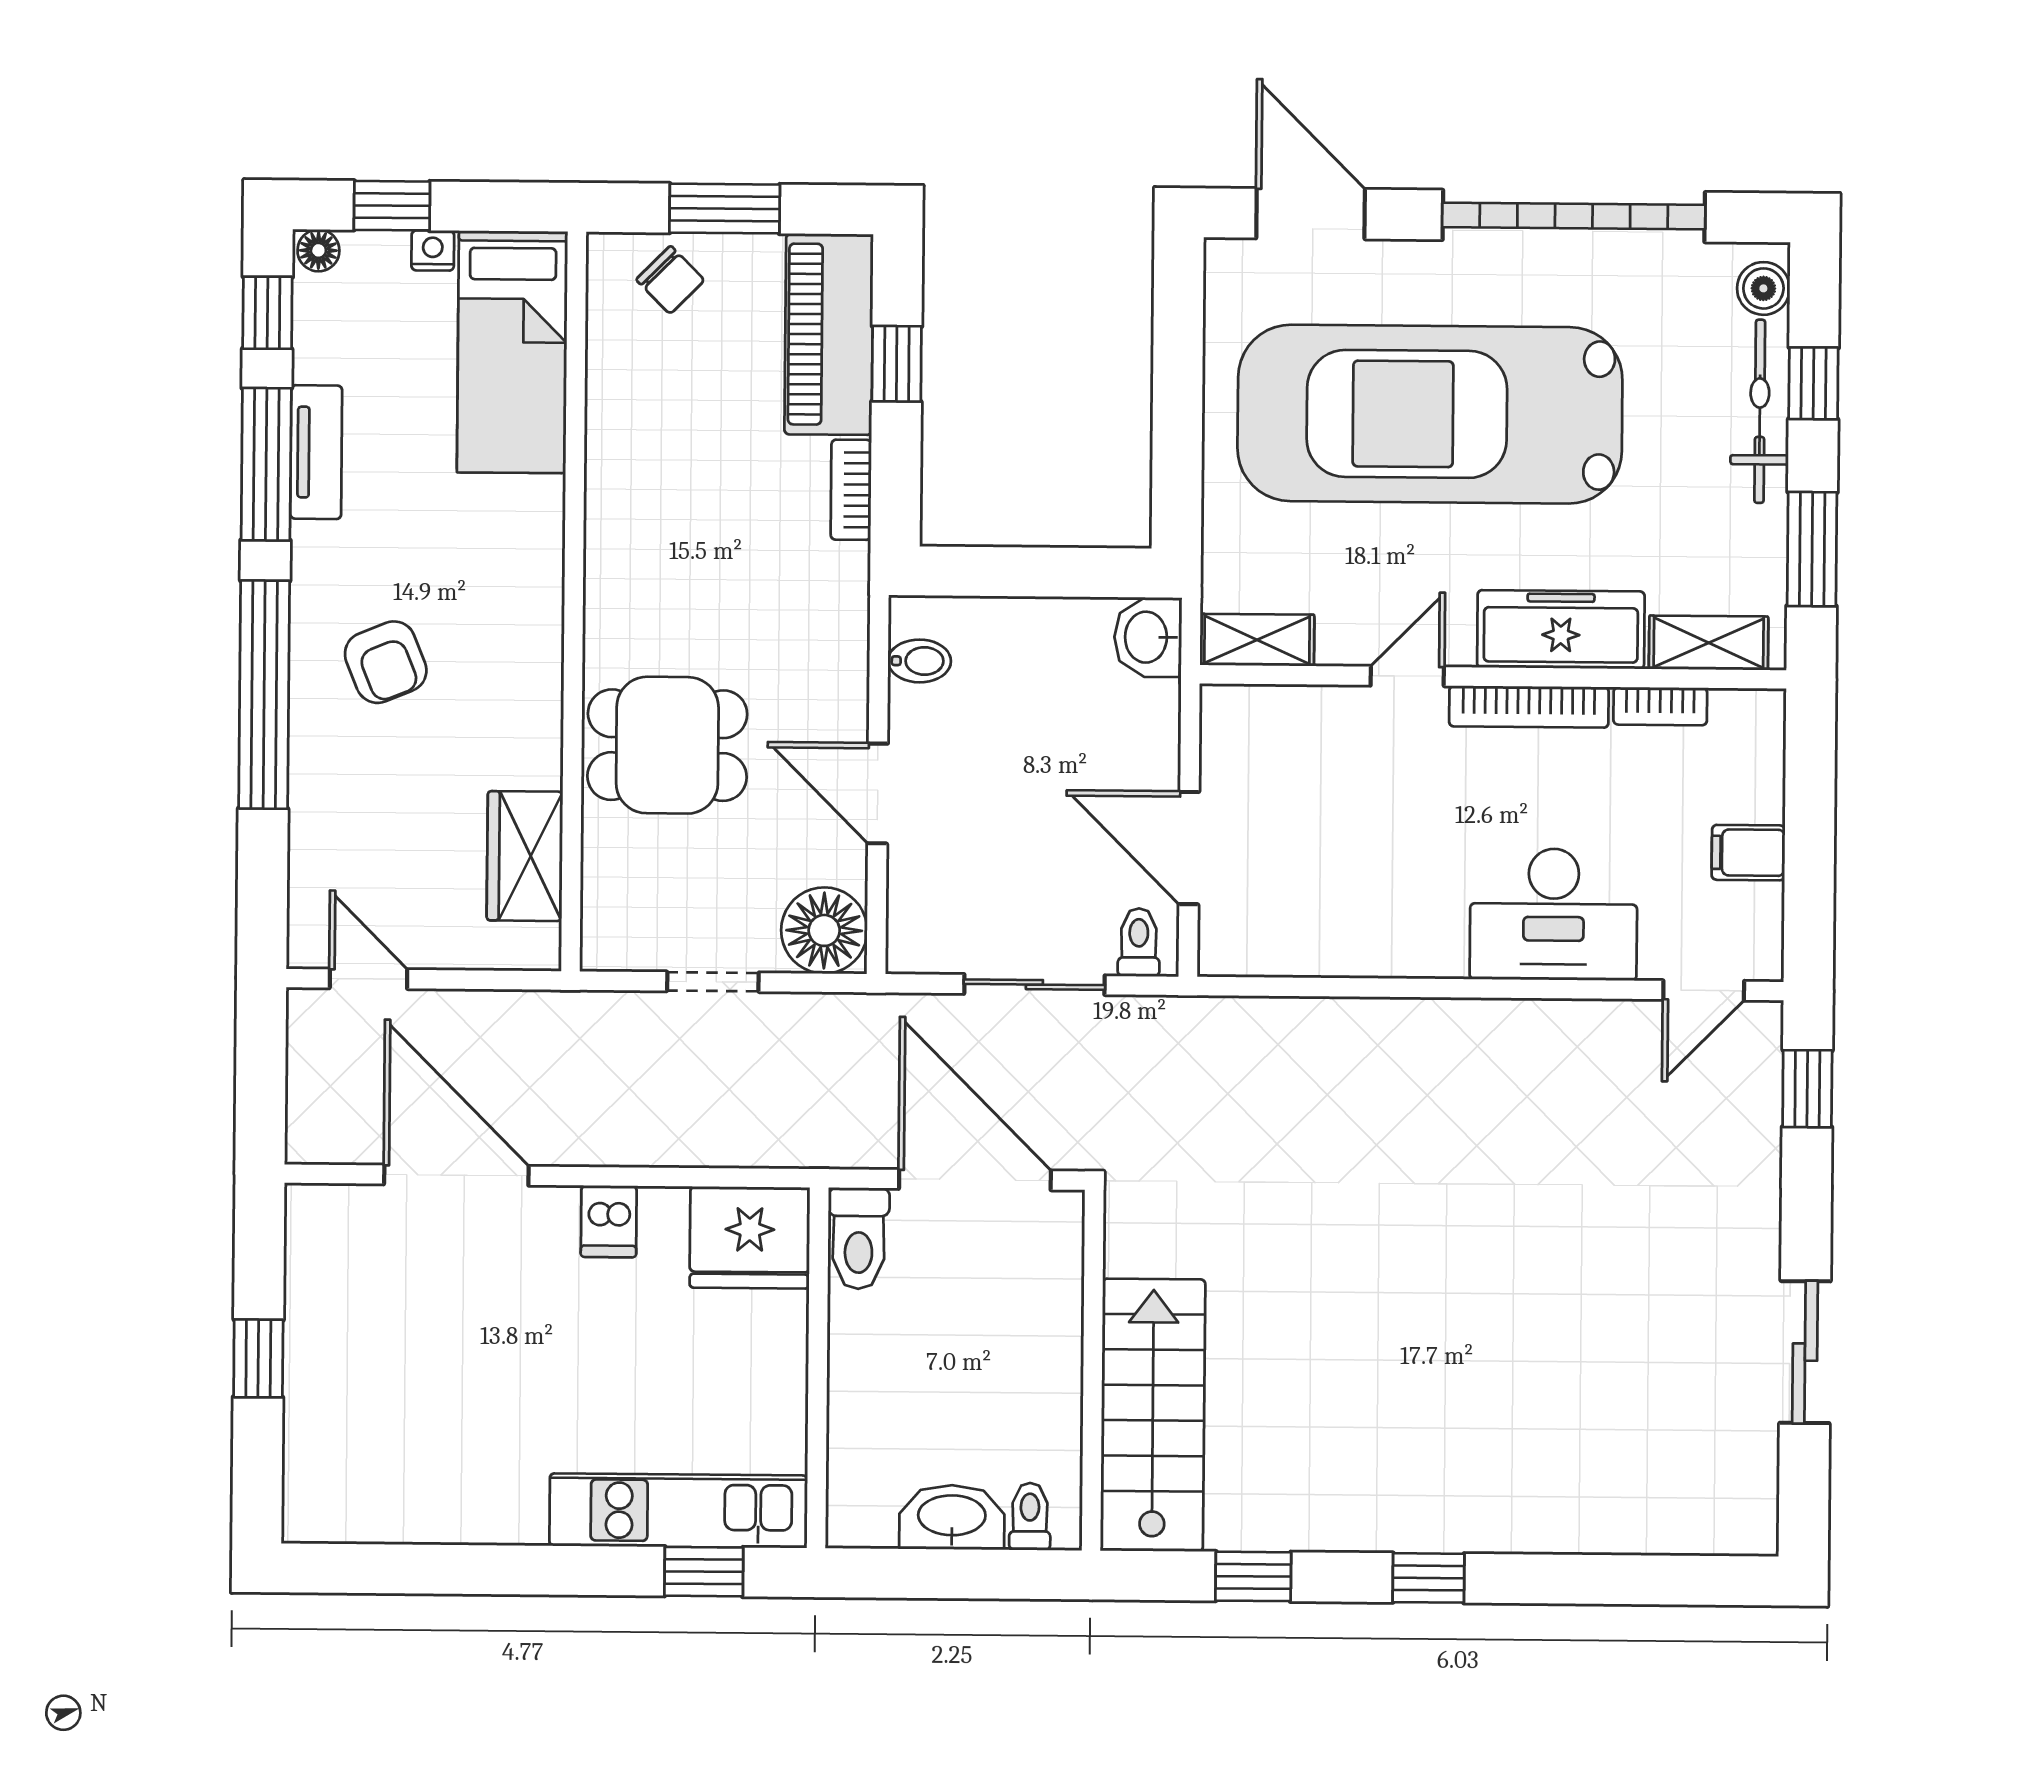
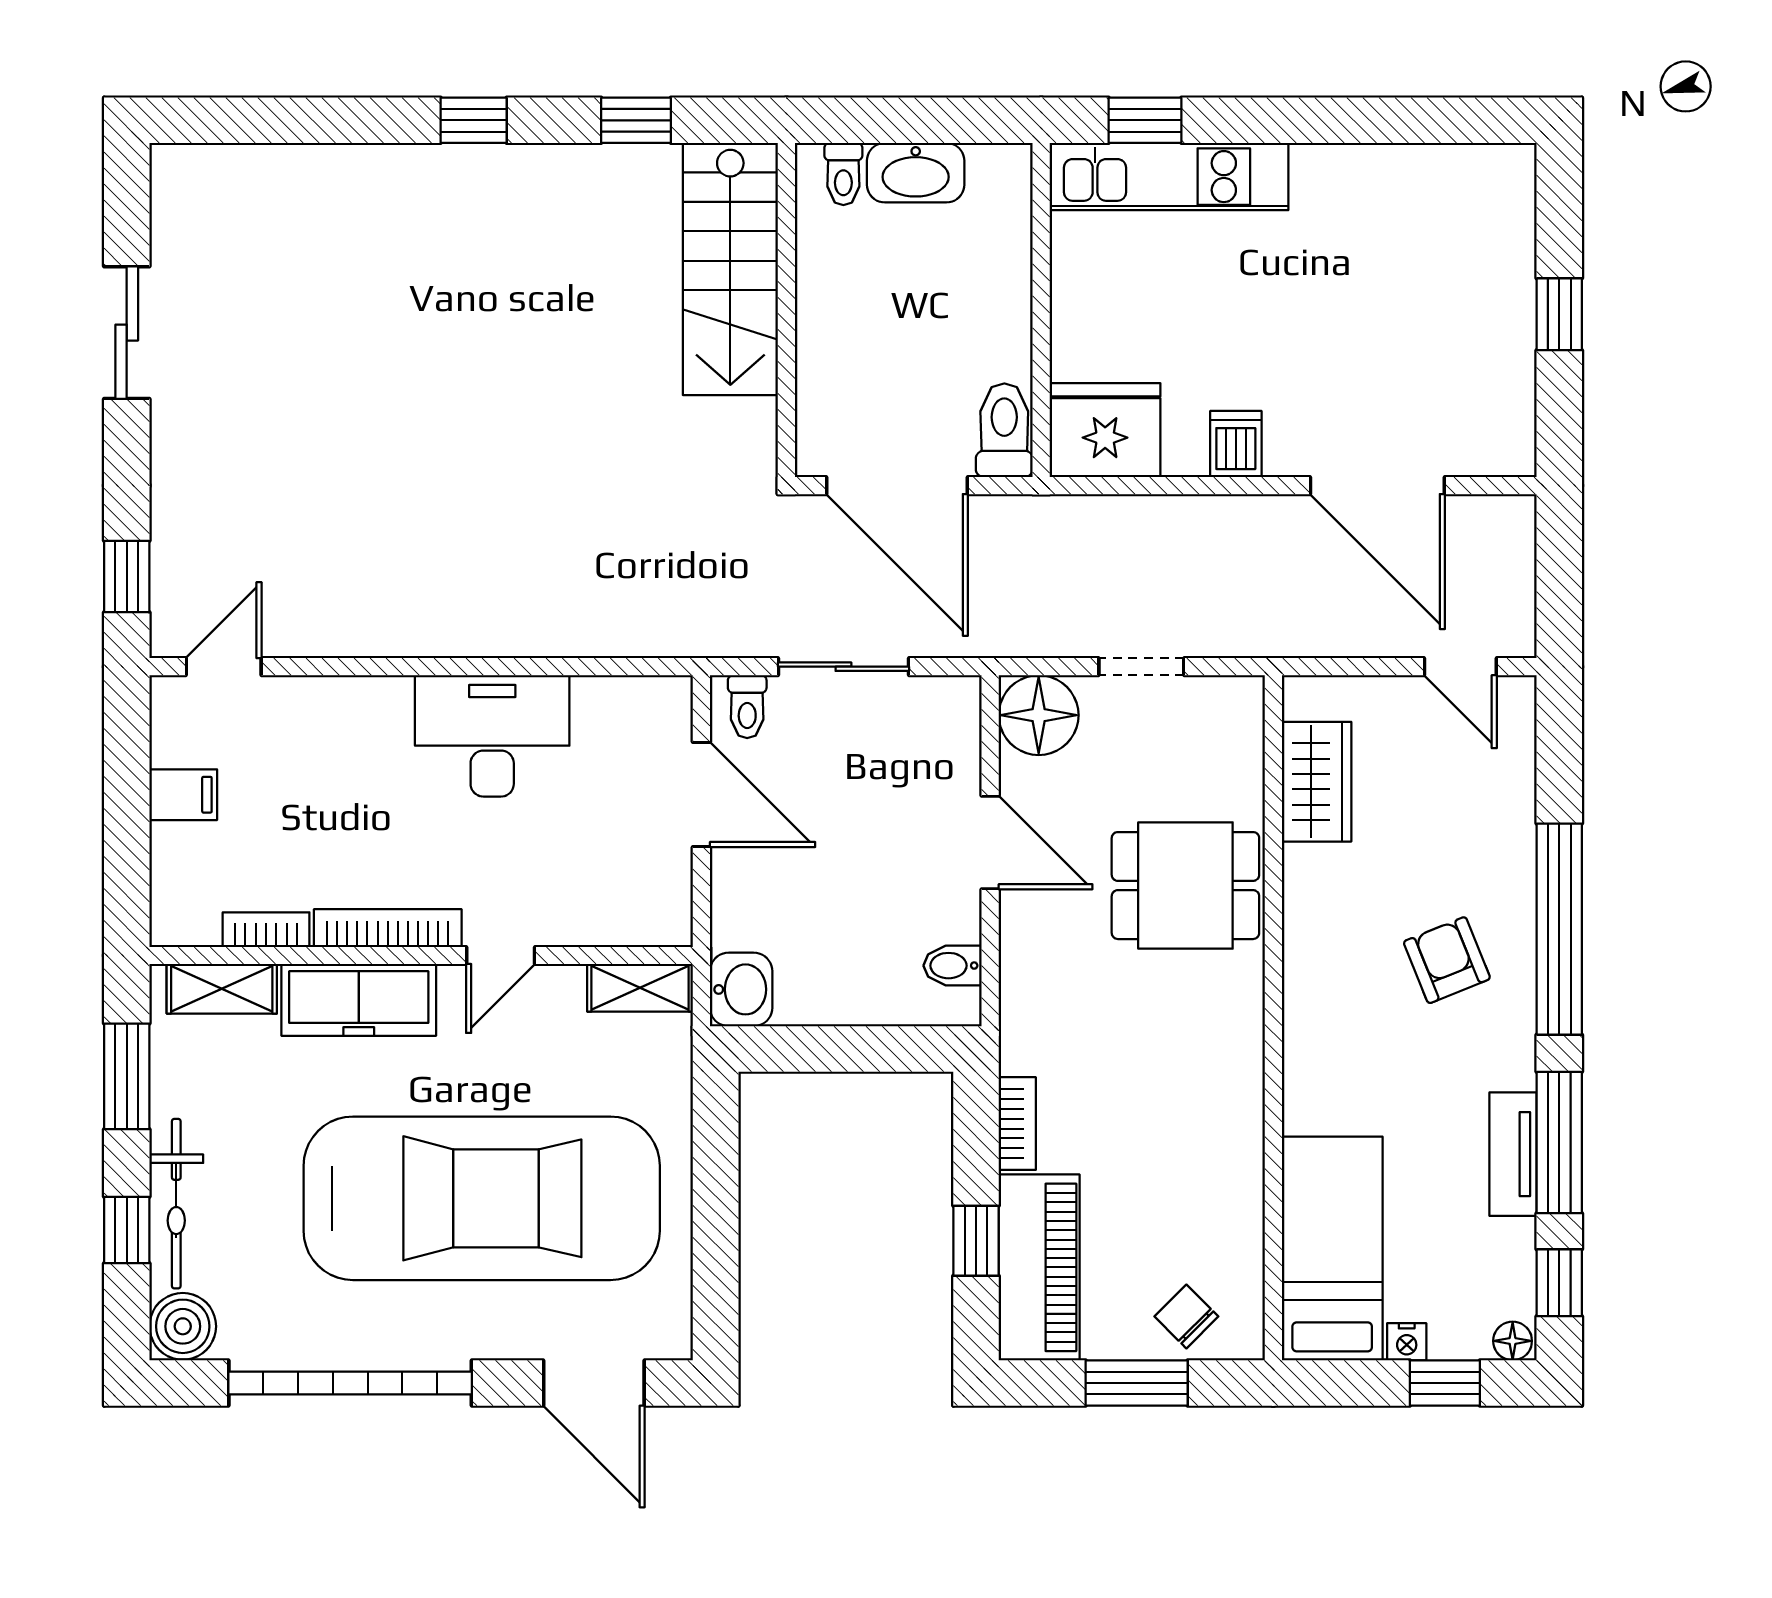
boiler: (1763, 288) -> (183, 1326), width x1.36, depth x1.36
desk: (1554, 914) -> (492, 736), moved

